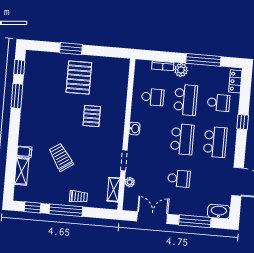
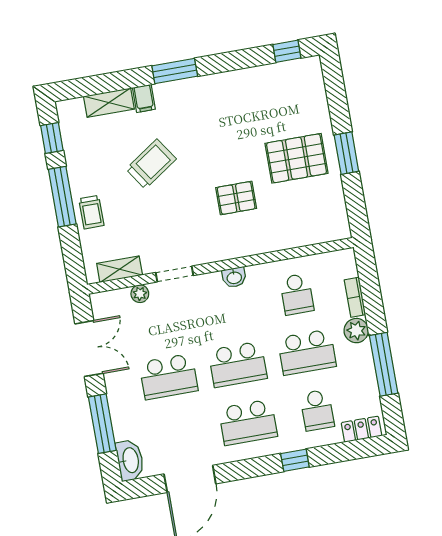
window: (71, 49) -> (346, 153), moved
window: (17, 96) -> (175, 71), moved
school desk: (179, 178) -> (169, 377), width x1.85

